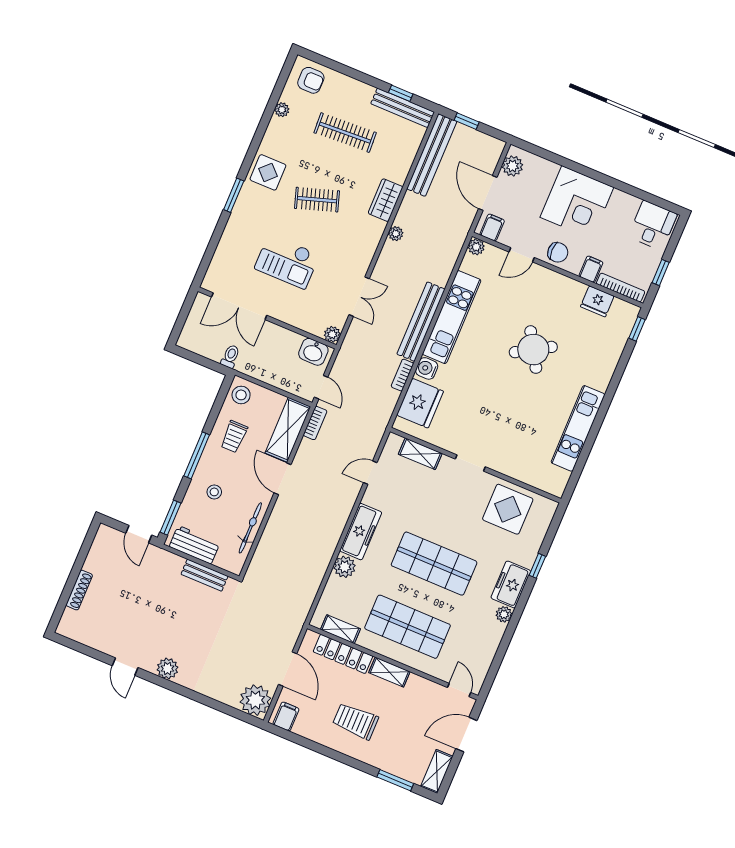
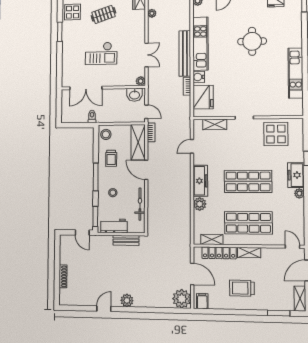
round table: (533, 350) -> (252, 41), turned 31
door: (125, 667) -> (104, 309), swing flipped

